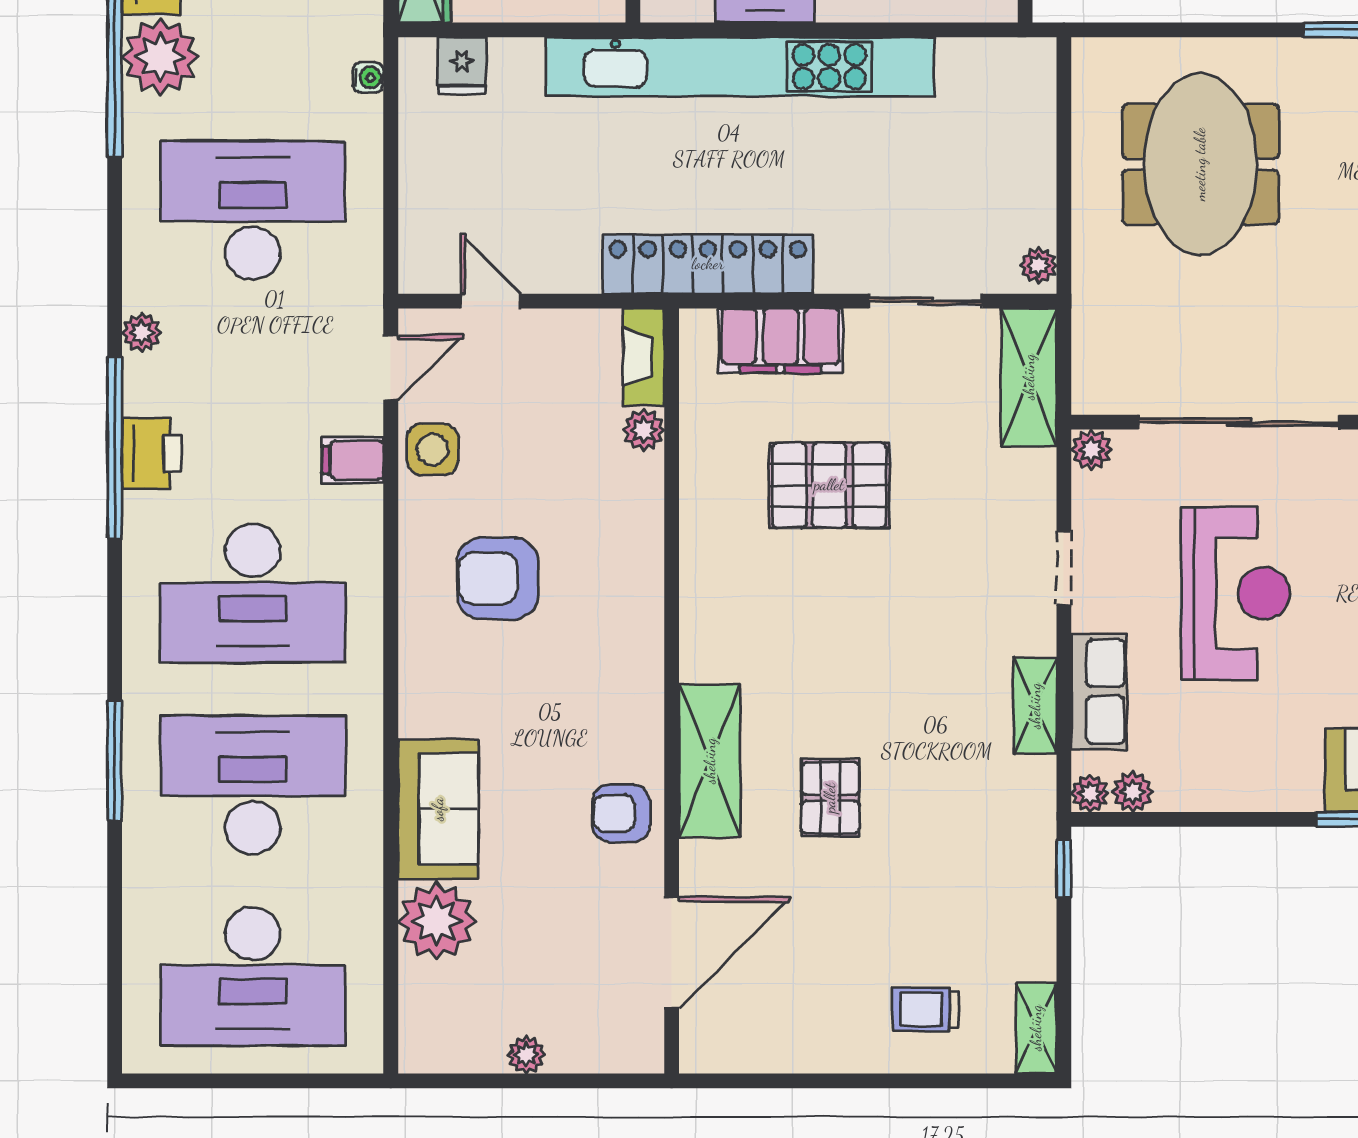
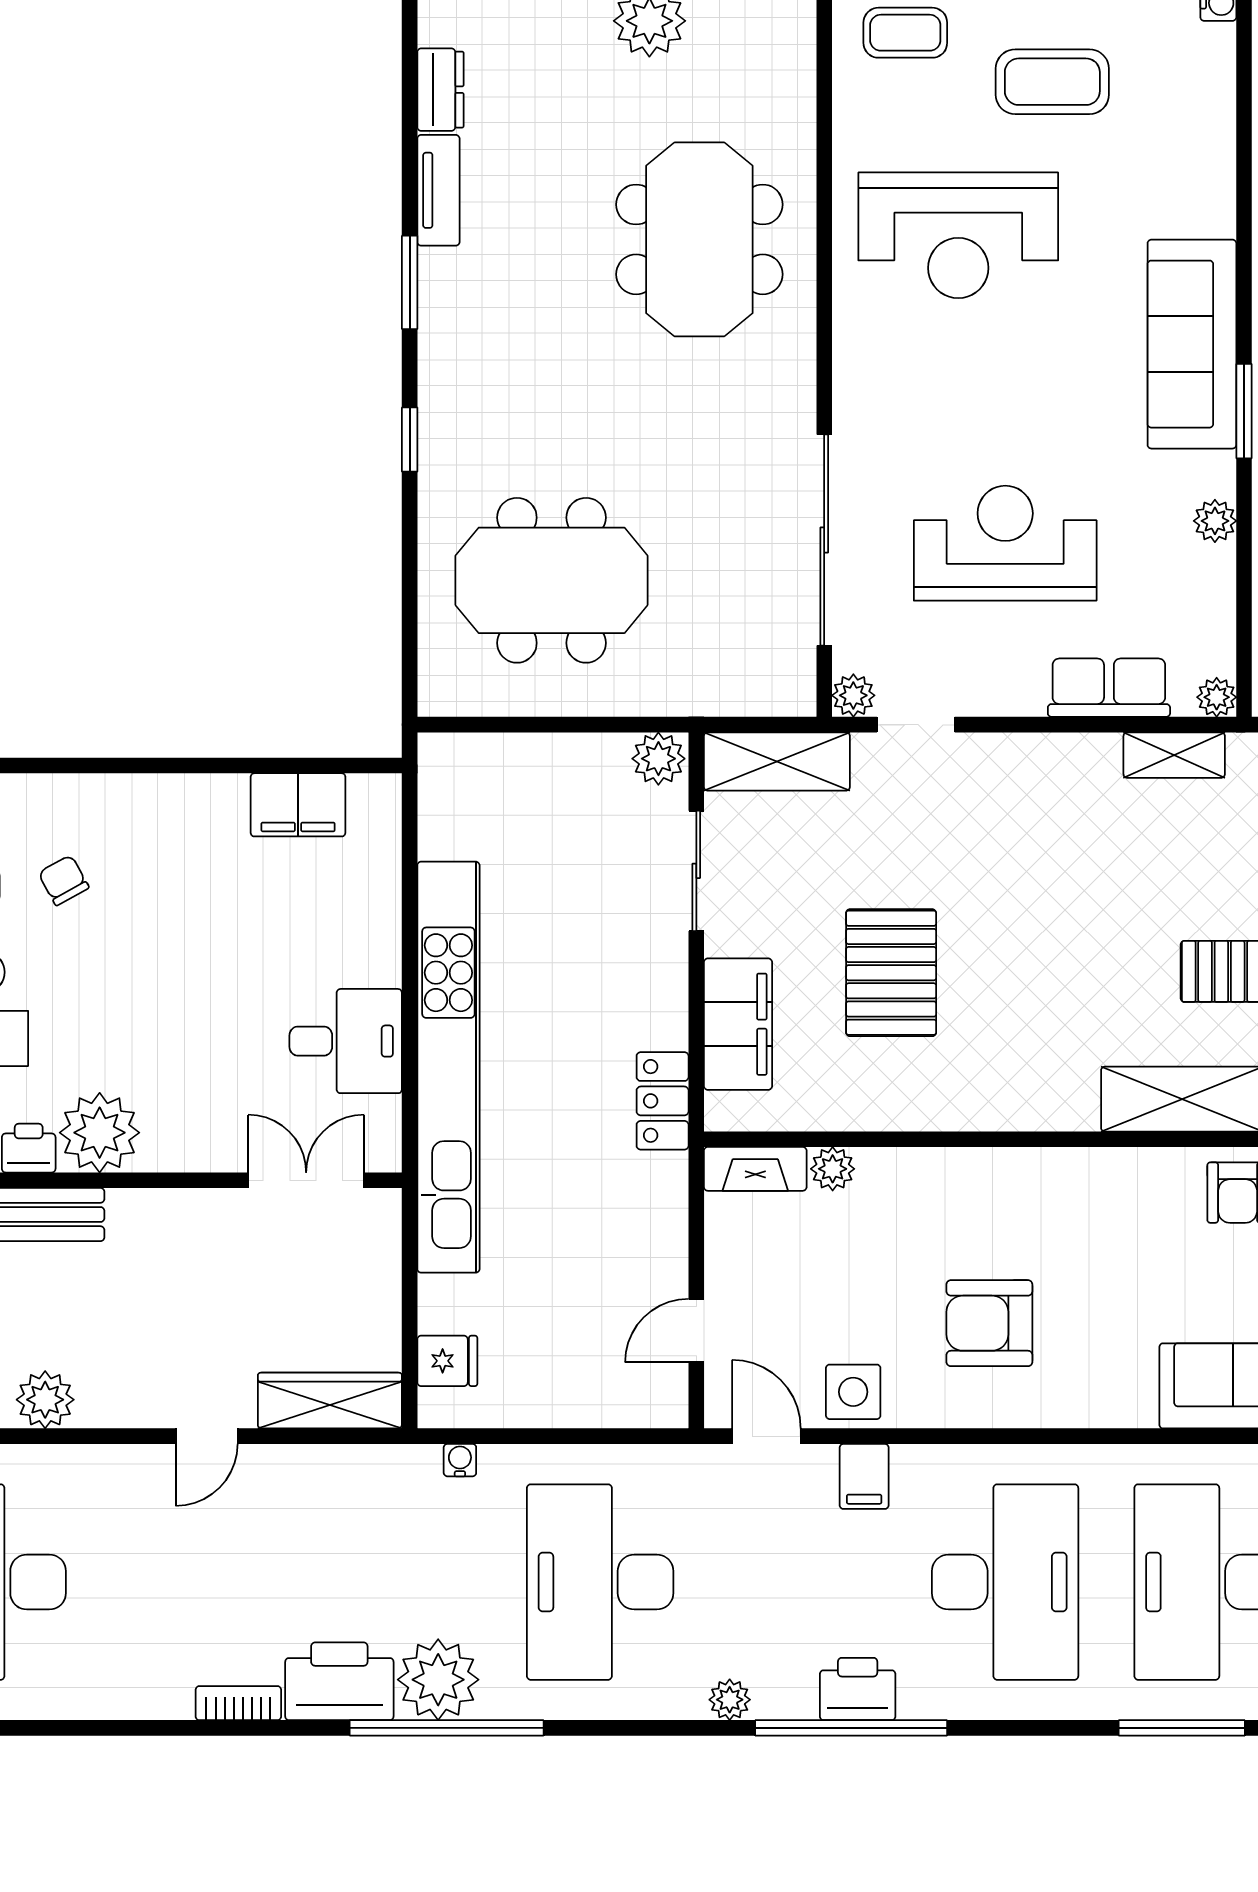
locker: (708, 264) -> (663, 1101), width x0.46, depth x0.83
plant: (1039, 265) -> (658, 759), width x1.38, depth x1.38
doorway: (1064, 568) -> (916, 725), moved
armchair: (498, 578) -> (989, 1323), turned 90
shelving: (1035, 706) -> (1174, 755), moved
plant: (1133, 792) -> (1215, 521), moved

